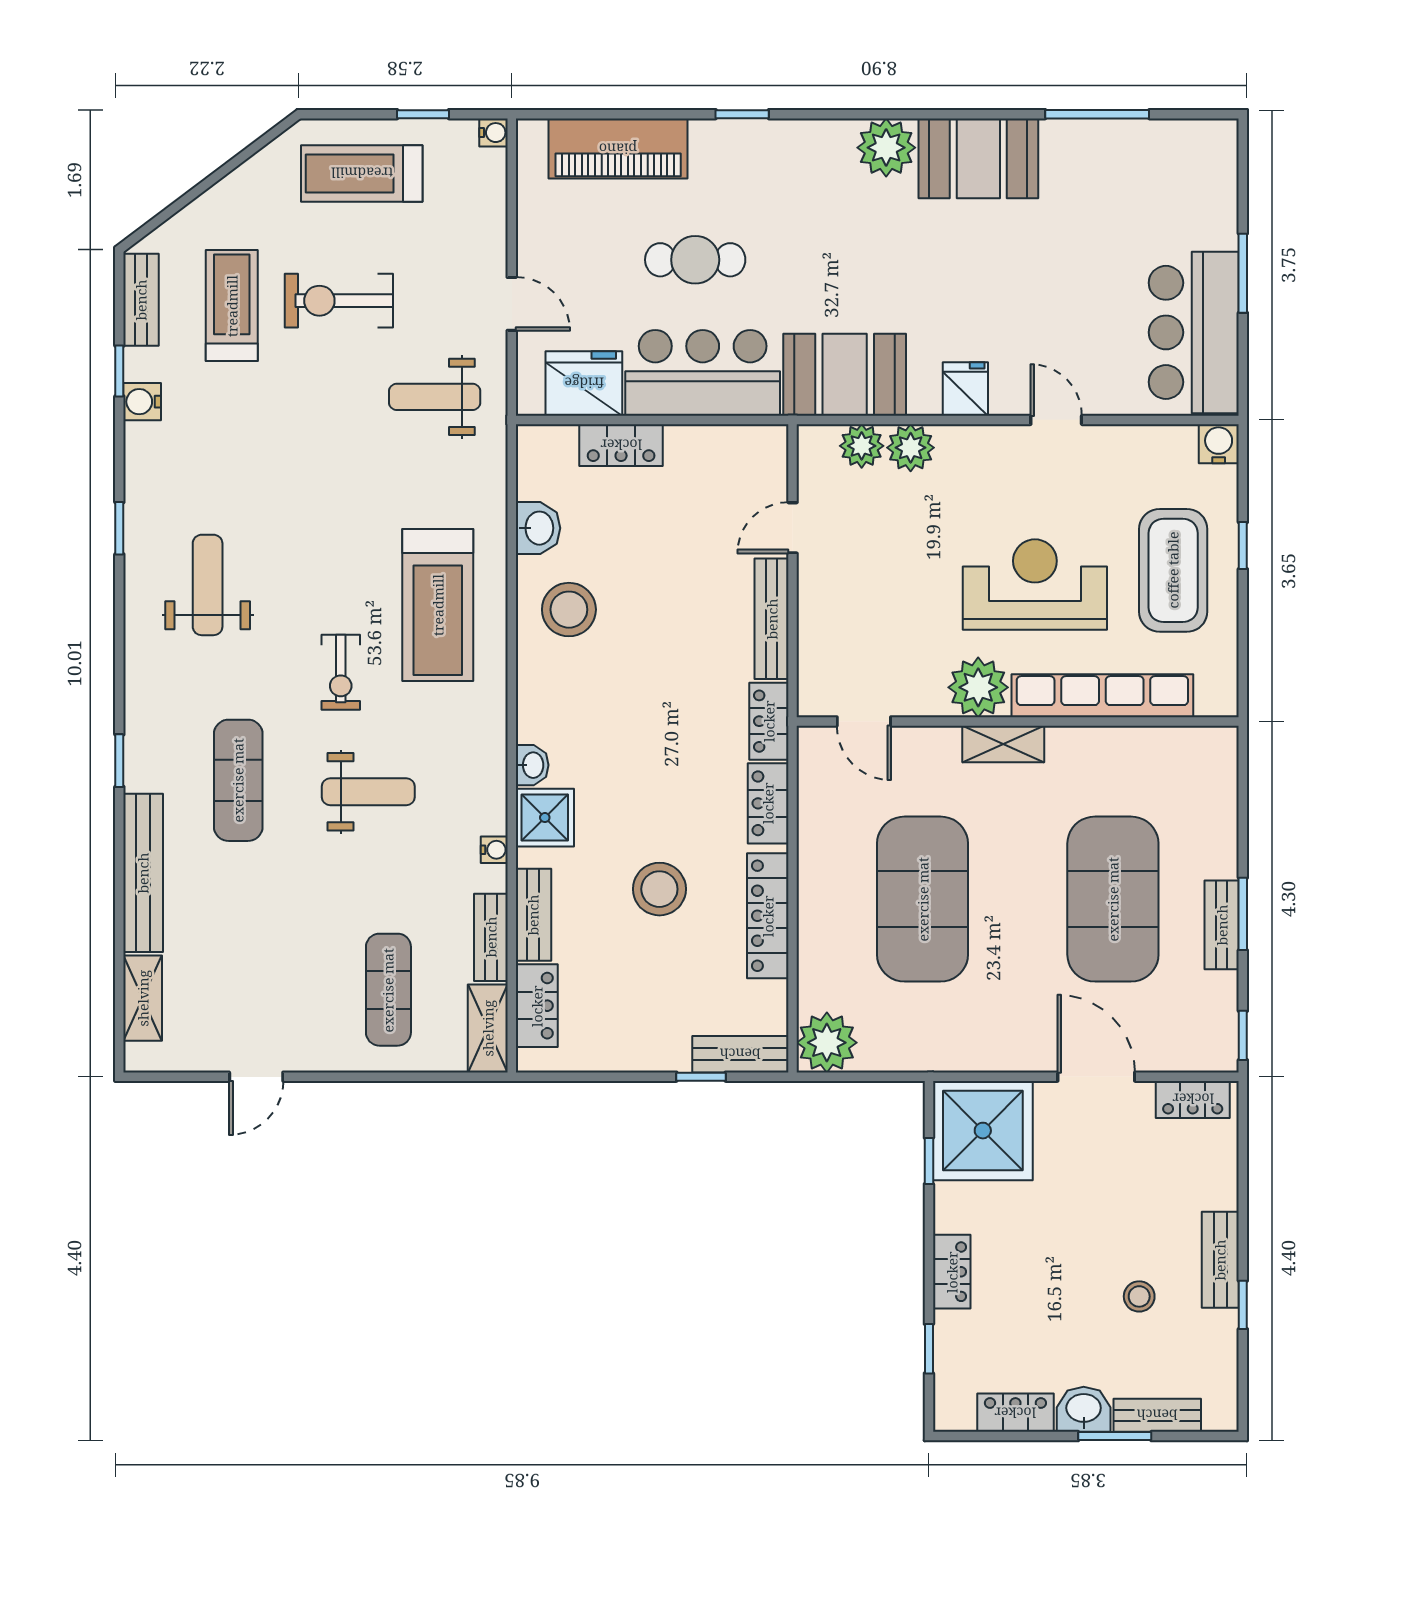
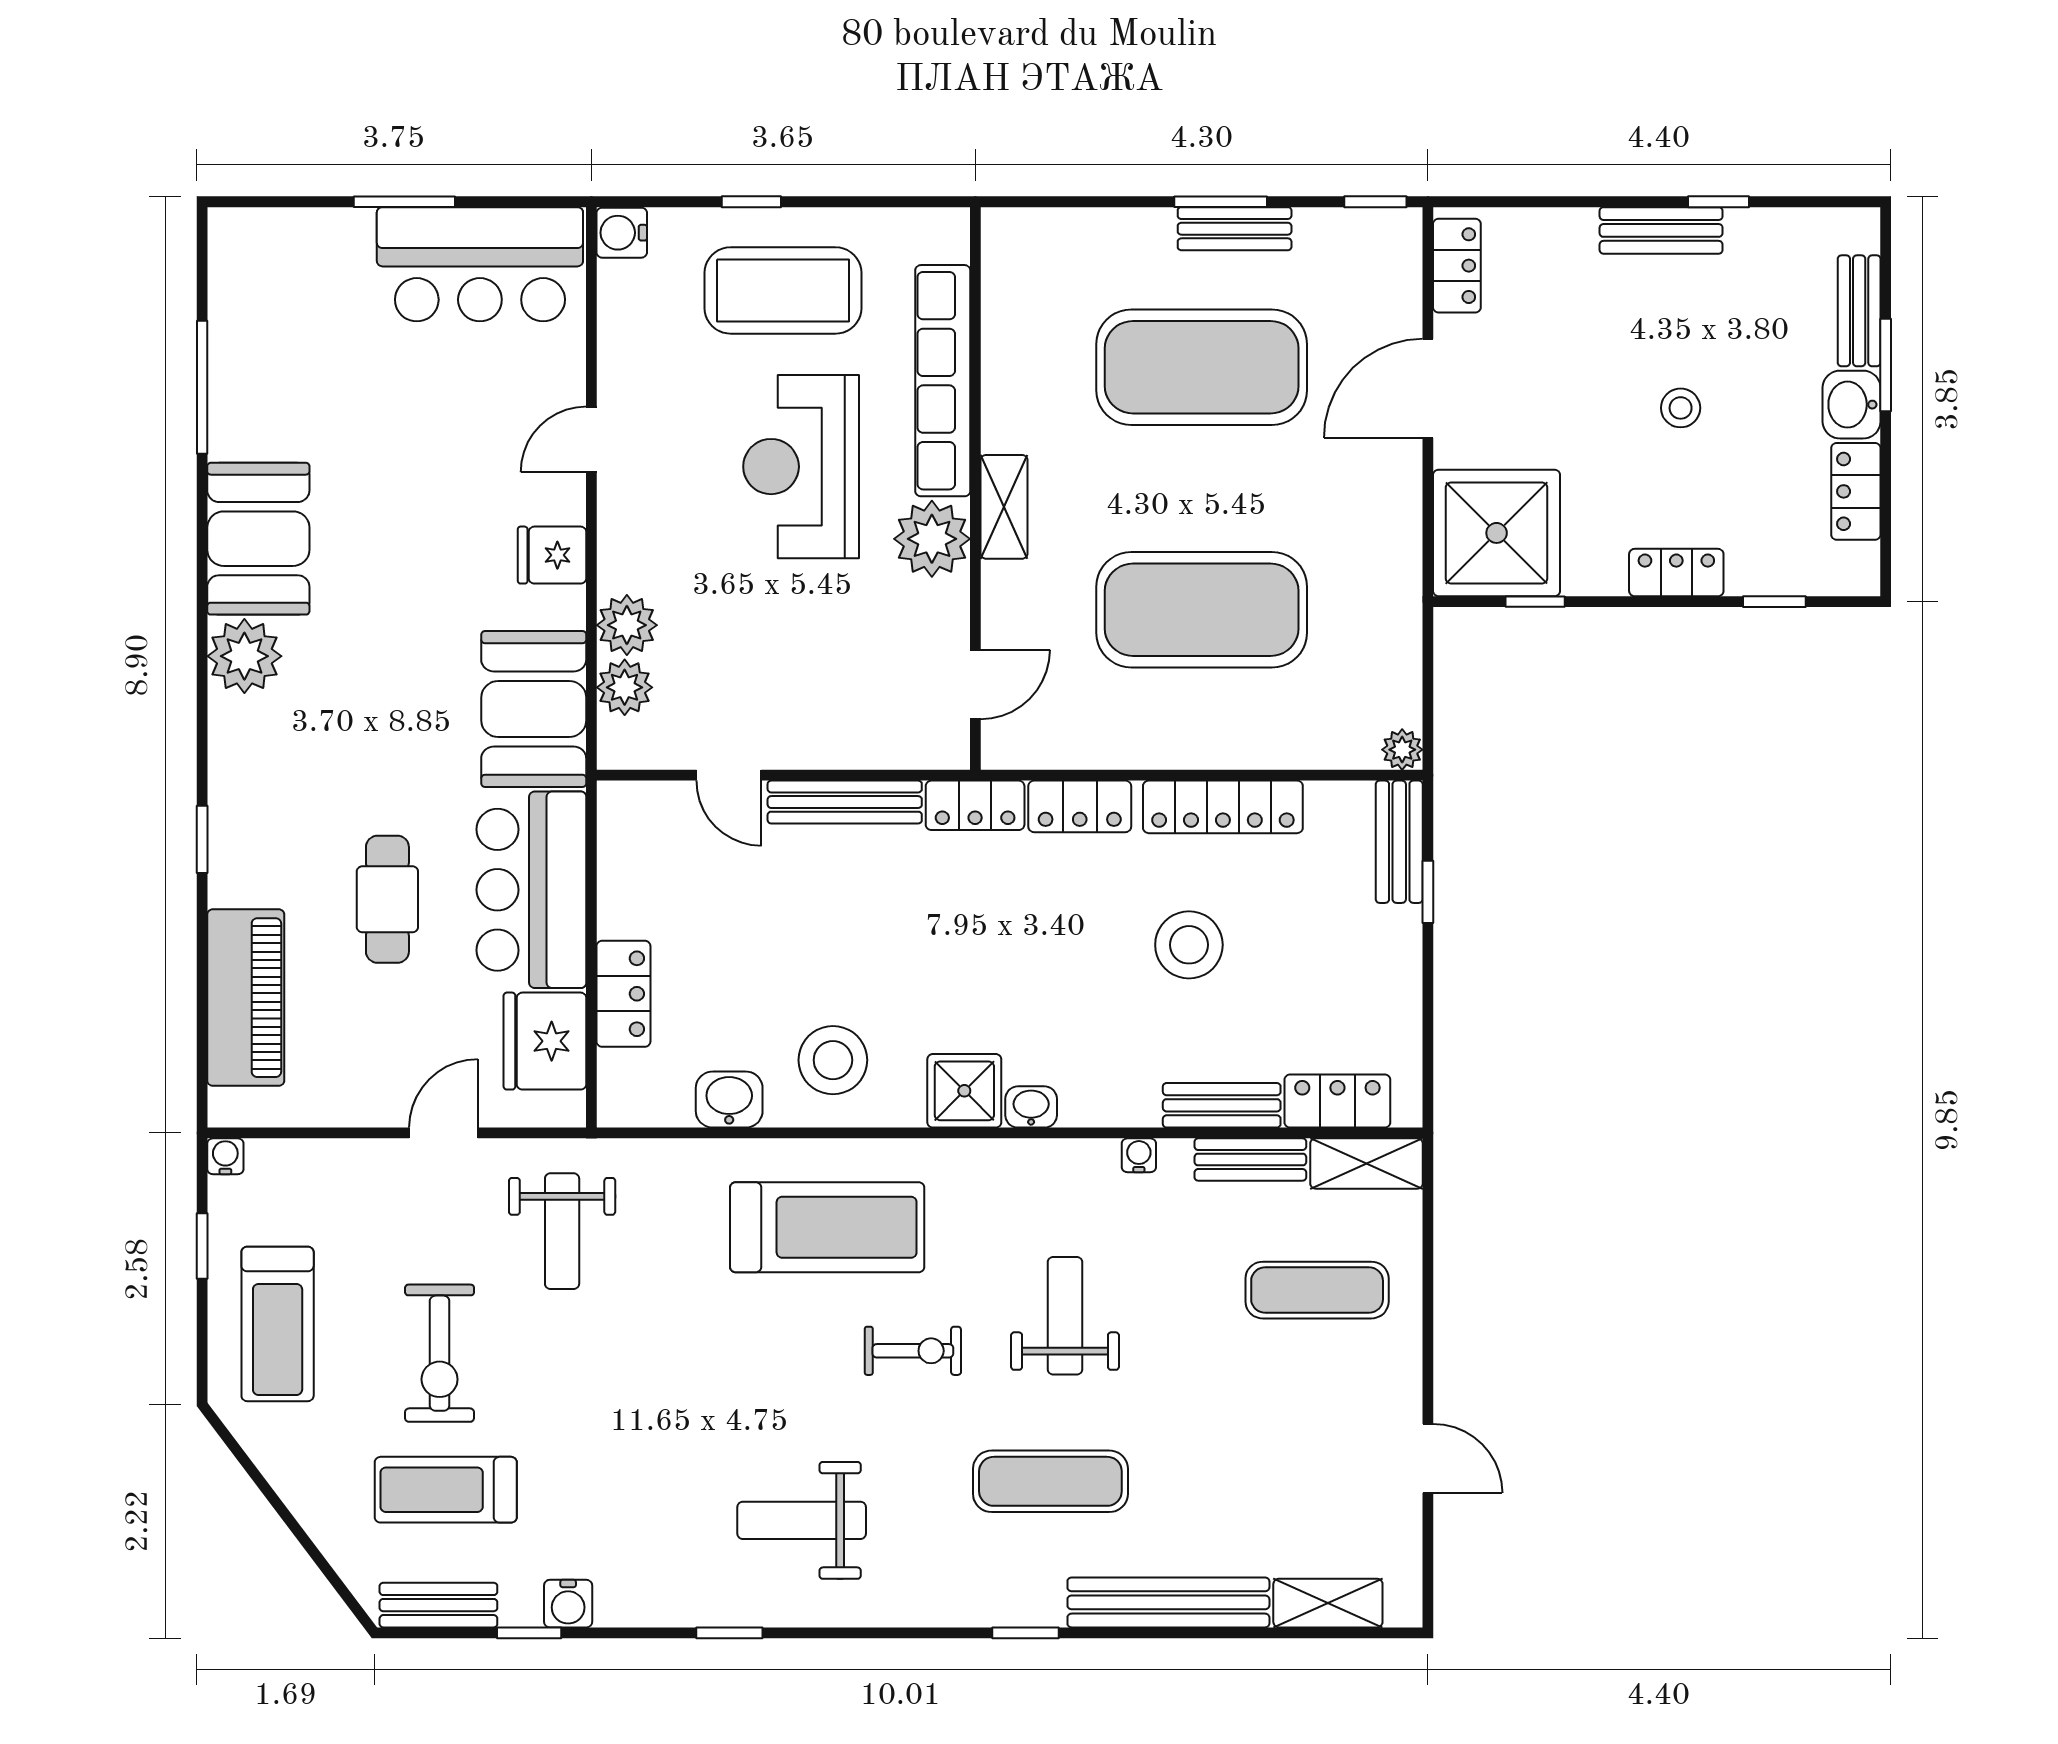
shower: (545, 818) -> (964, 1091), moved
plant: (827, 1043) -> (1402, 750), width x0.53, depth x0.53
stool: (1139, 1296) -> (1681, 408), moved

